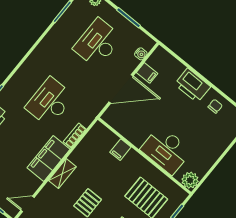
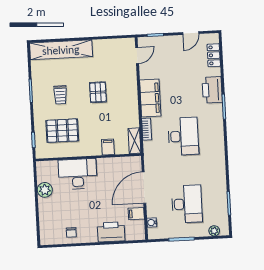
printer: (192, 85) -> (111, 232), moved
shelving: (62, 174) -> (134, 141), moved
plant: (190, 180) -> (45, 190), moved

